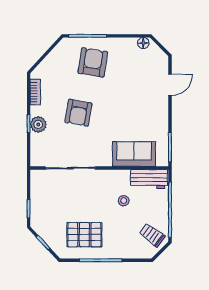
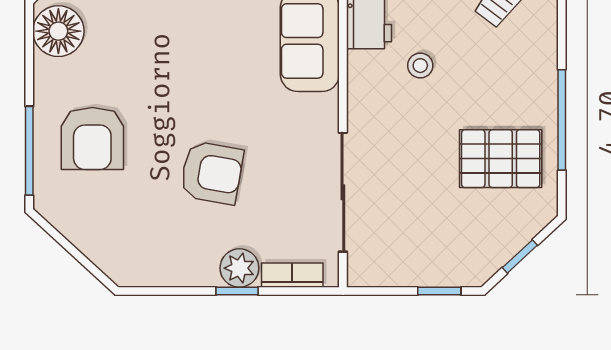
floor lamp: (143, 43) -> (58, 31), width x1.89, depth x1.89
armchair: (93, 62) -> (92, 139), turned -99
bookcase: (35, 92) -> (292, 275), moved
pallet: (84, 235) -> (501, 159), turned 90

